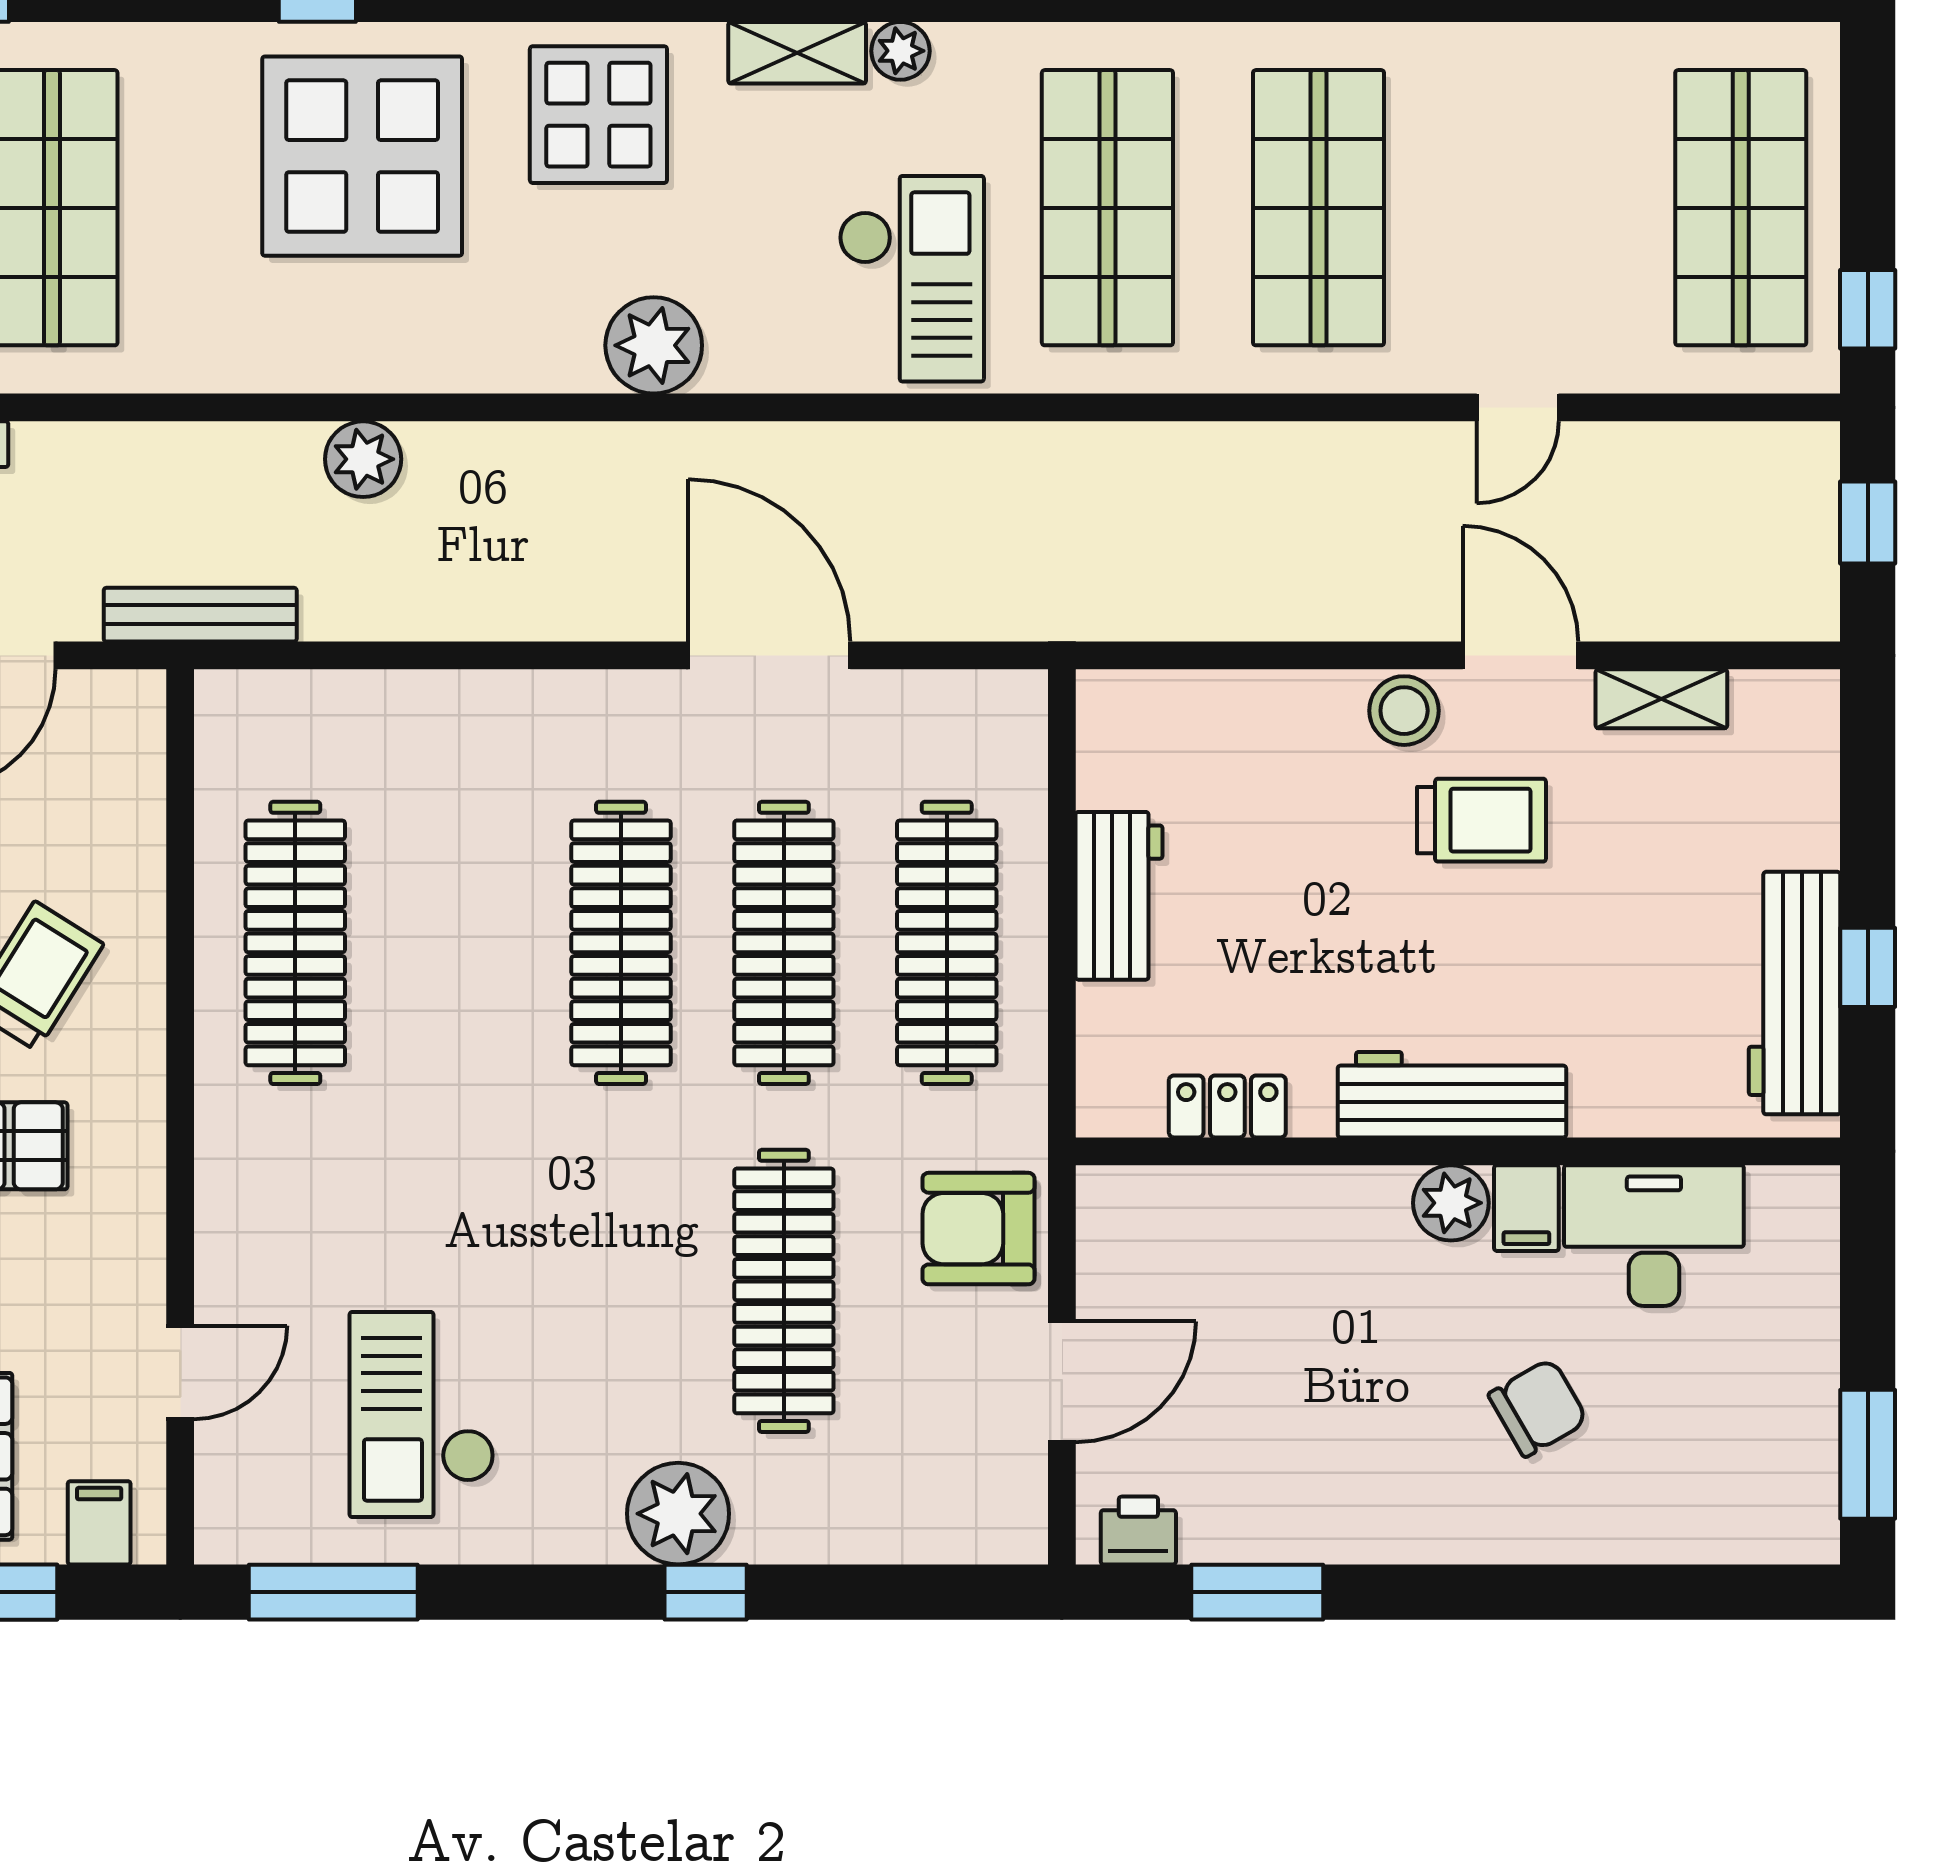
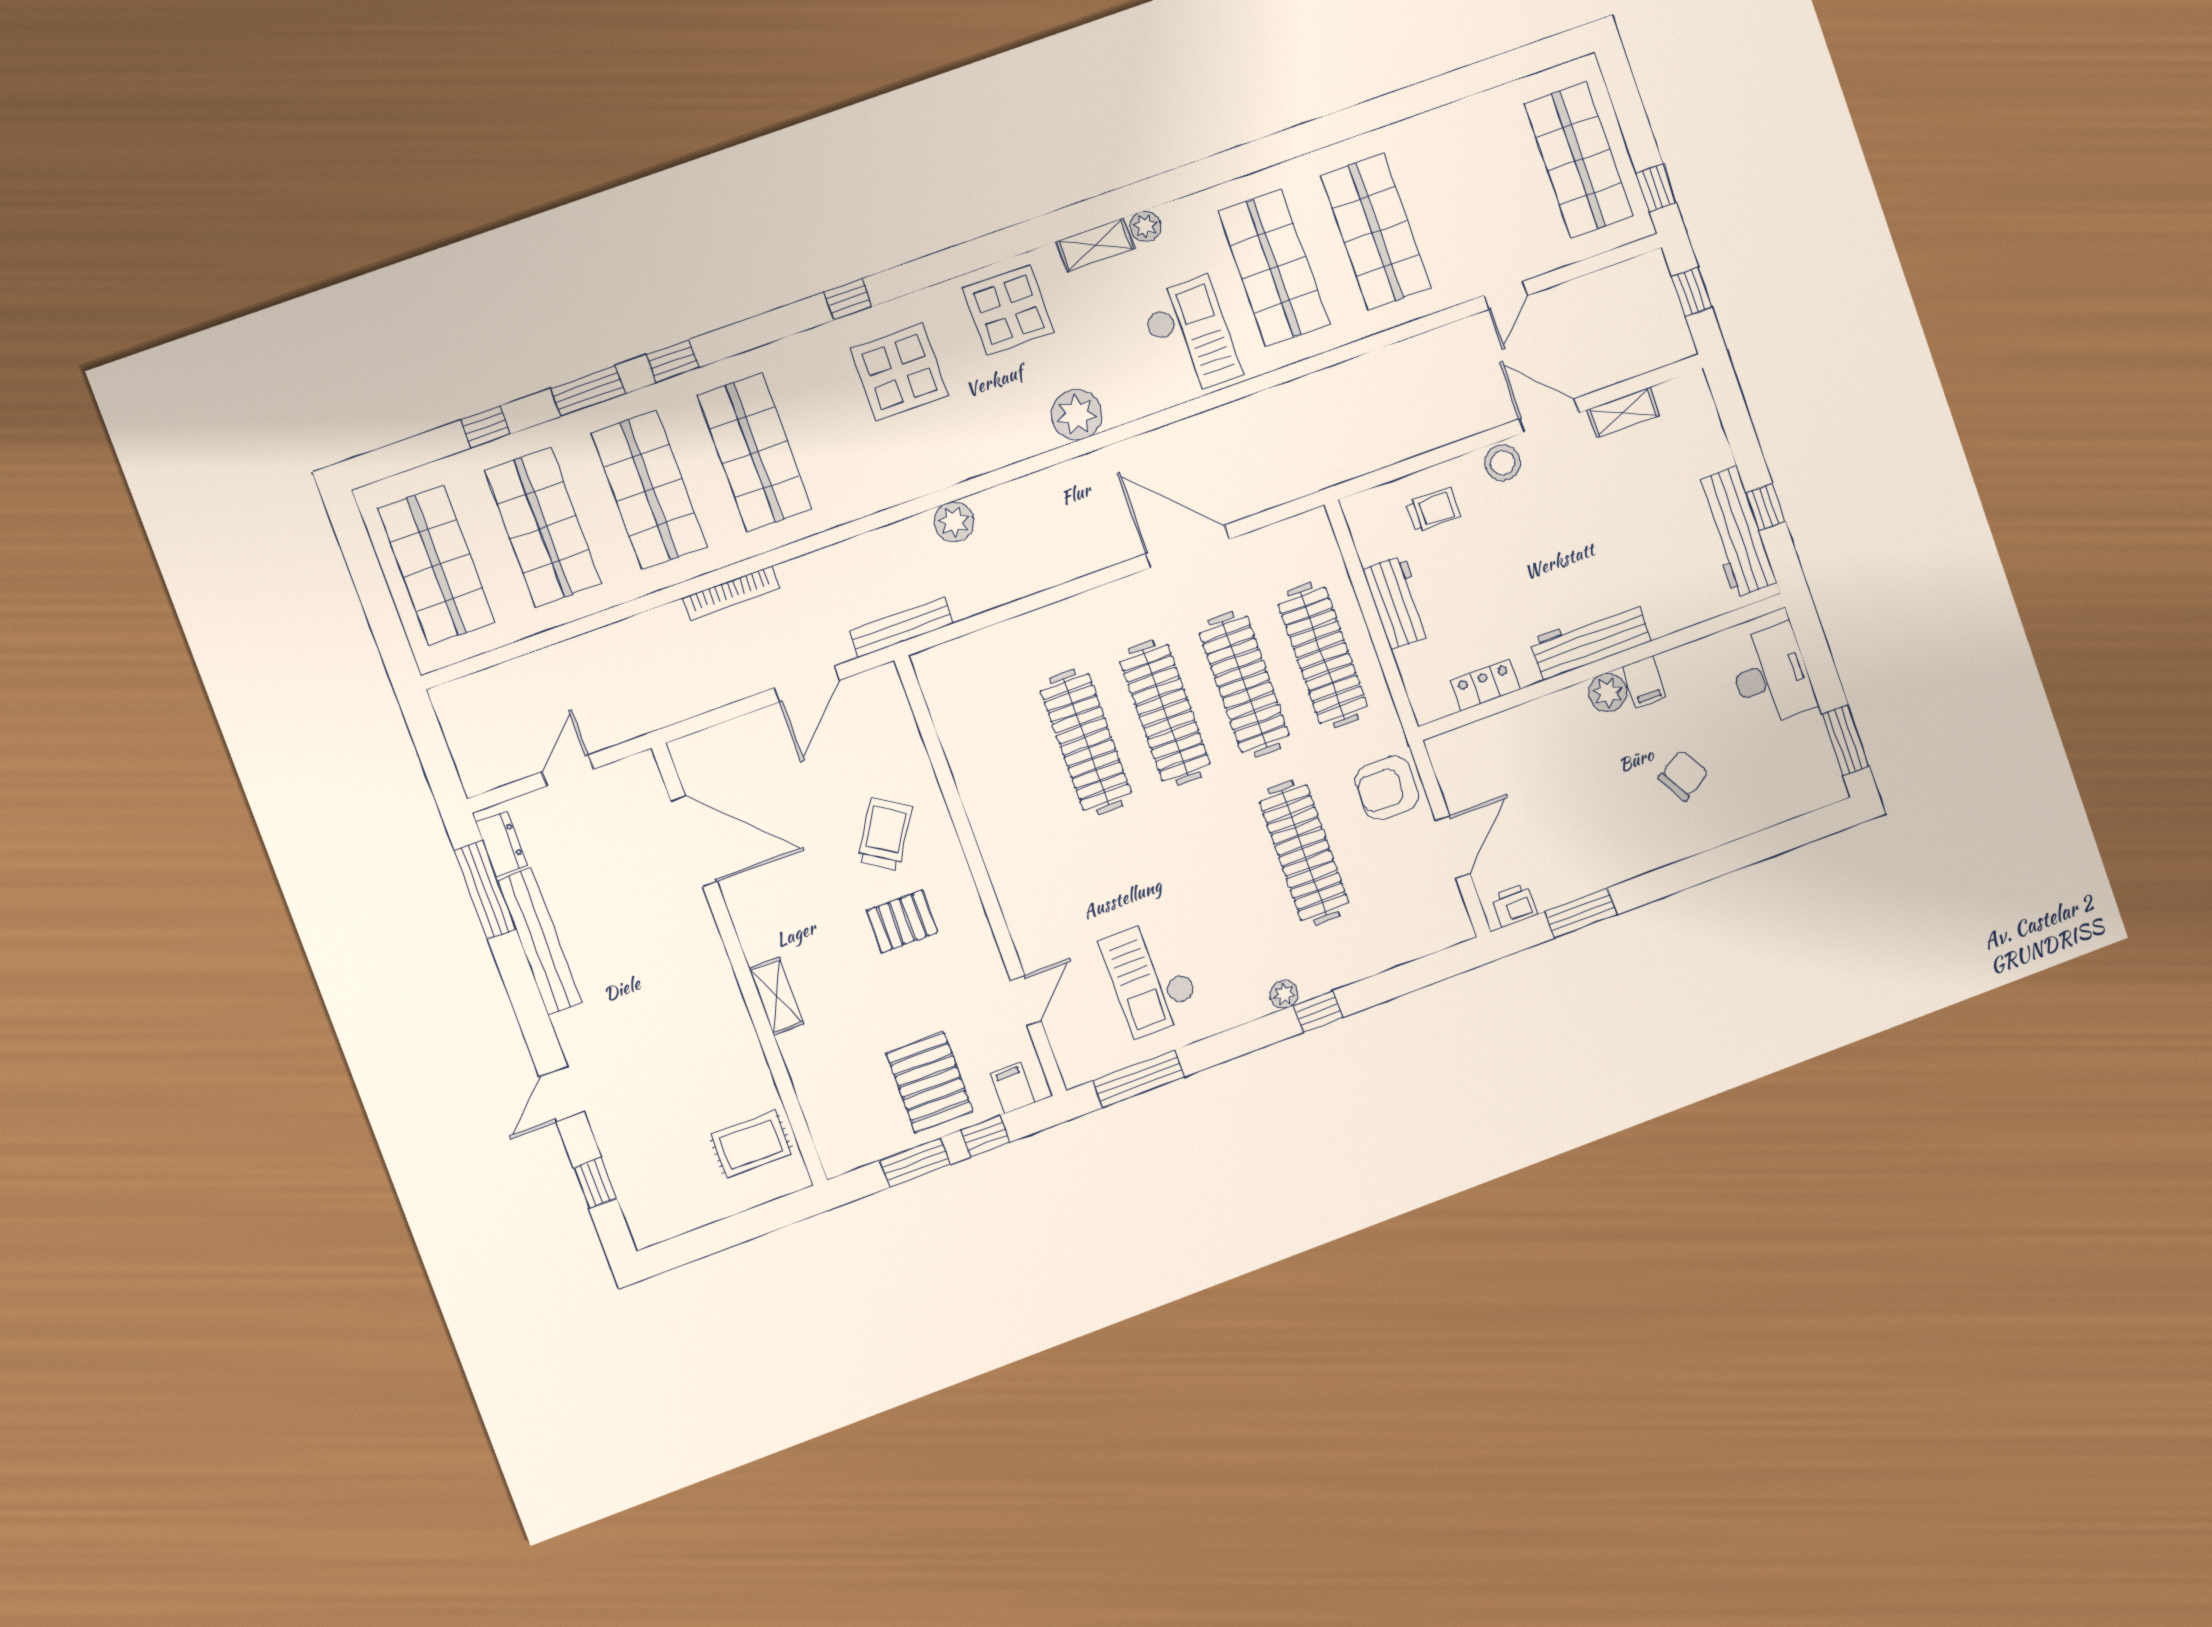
display table: (362, 156) -> (899, 372), width x0.73, depth x0.73
trolley: (1481, 820) -> (1433, 510), moved, width x0.73, depth x0.72
clothes rail: (295, 943) -> (1086, 742), moved
desk: (1654, 1236) -> (1771, 675), moved, turned 90
plant: (678, 1514) -> (1284, 994), width x0.53, depth x0.53

